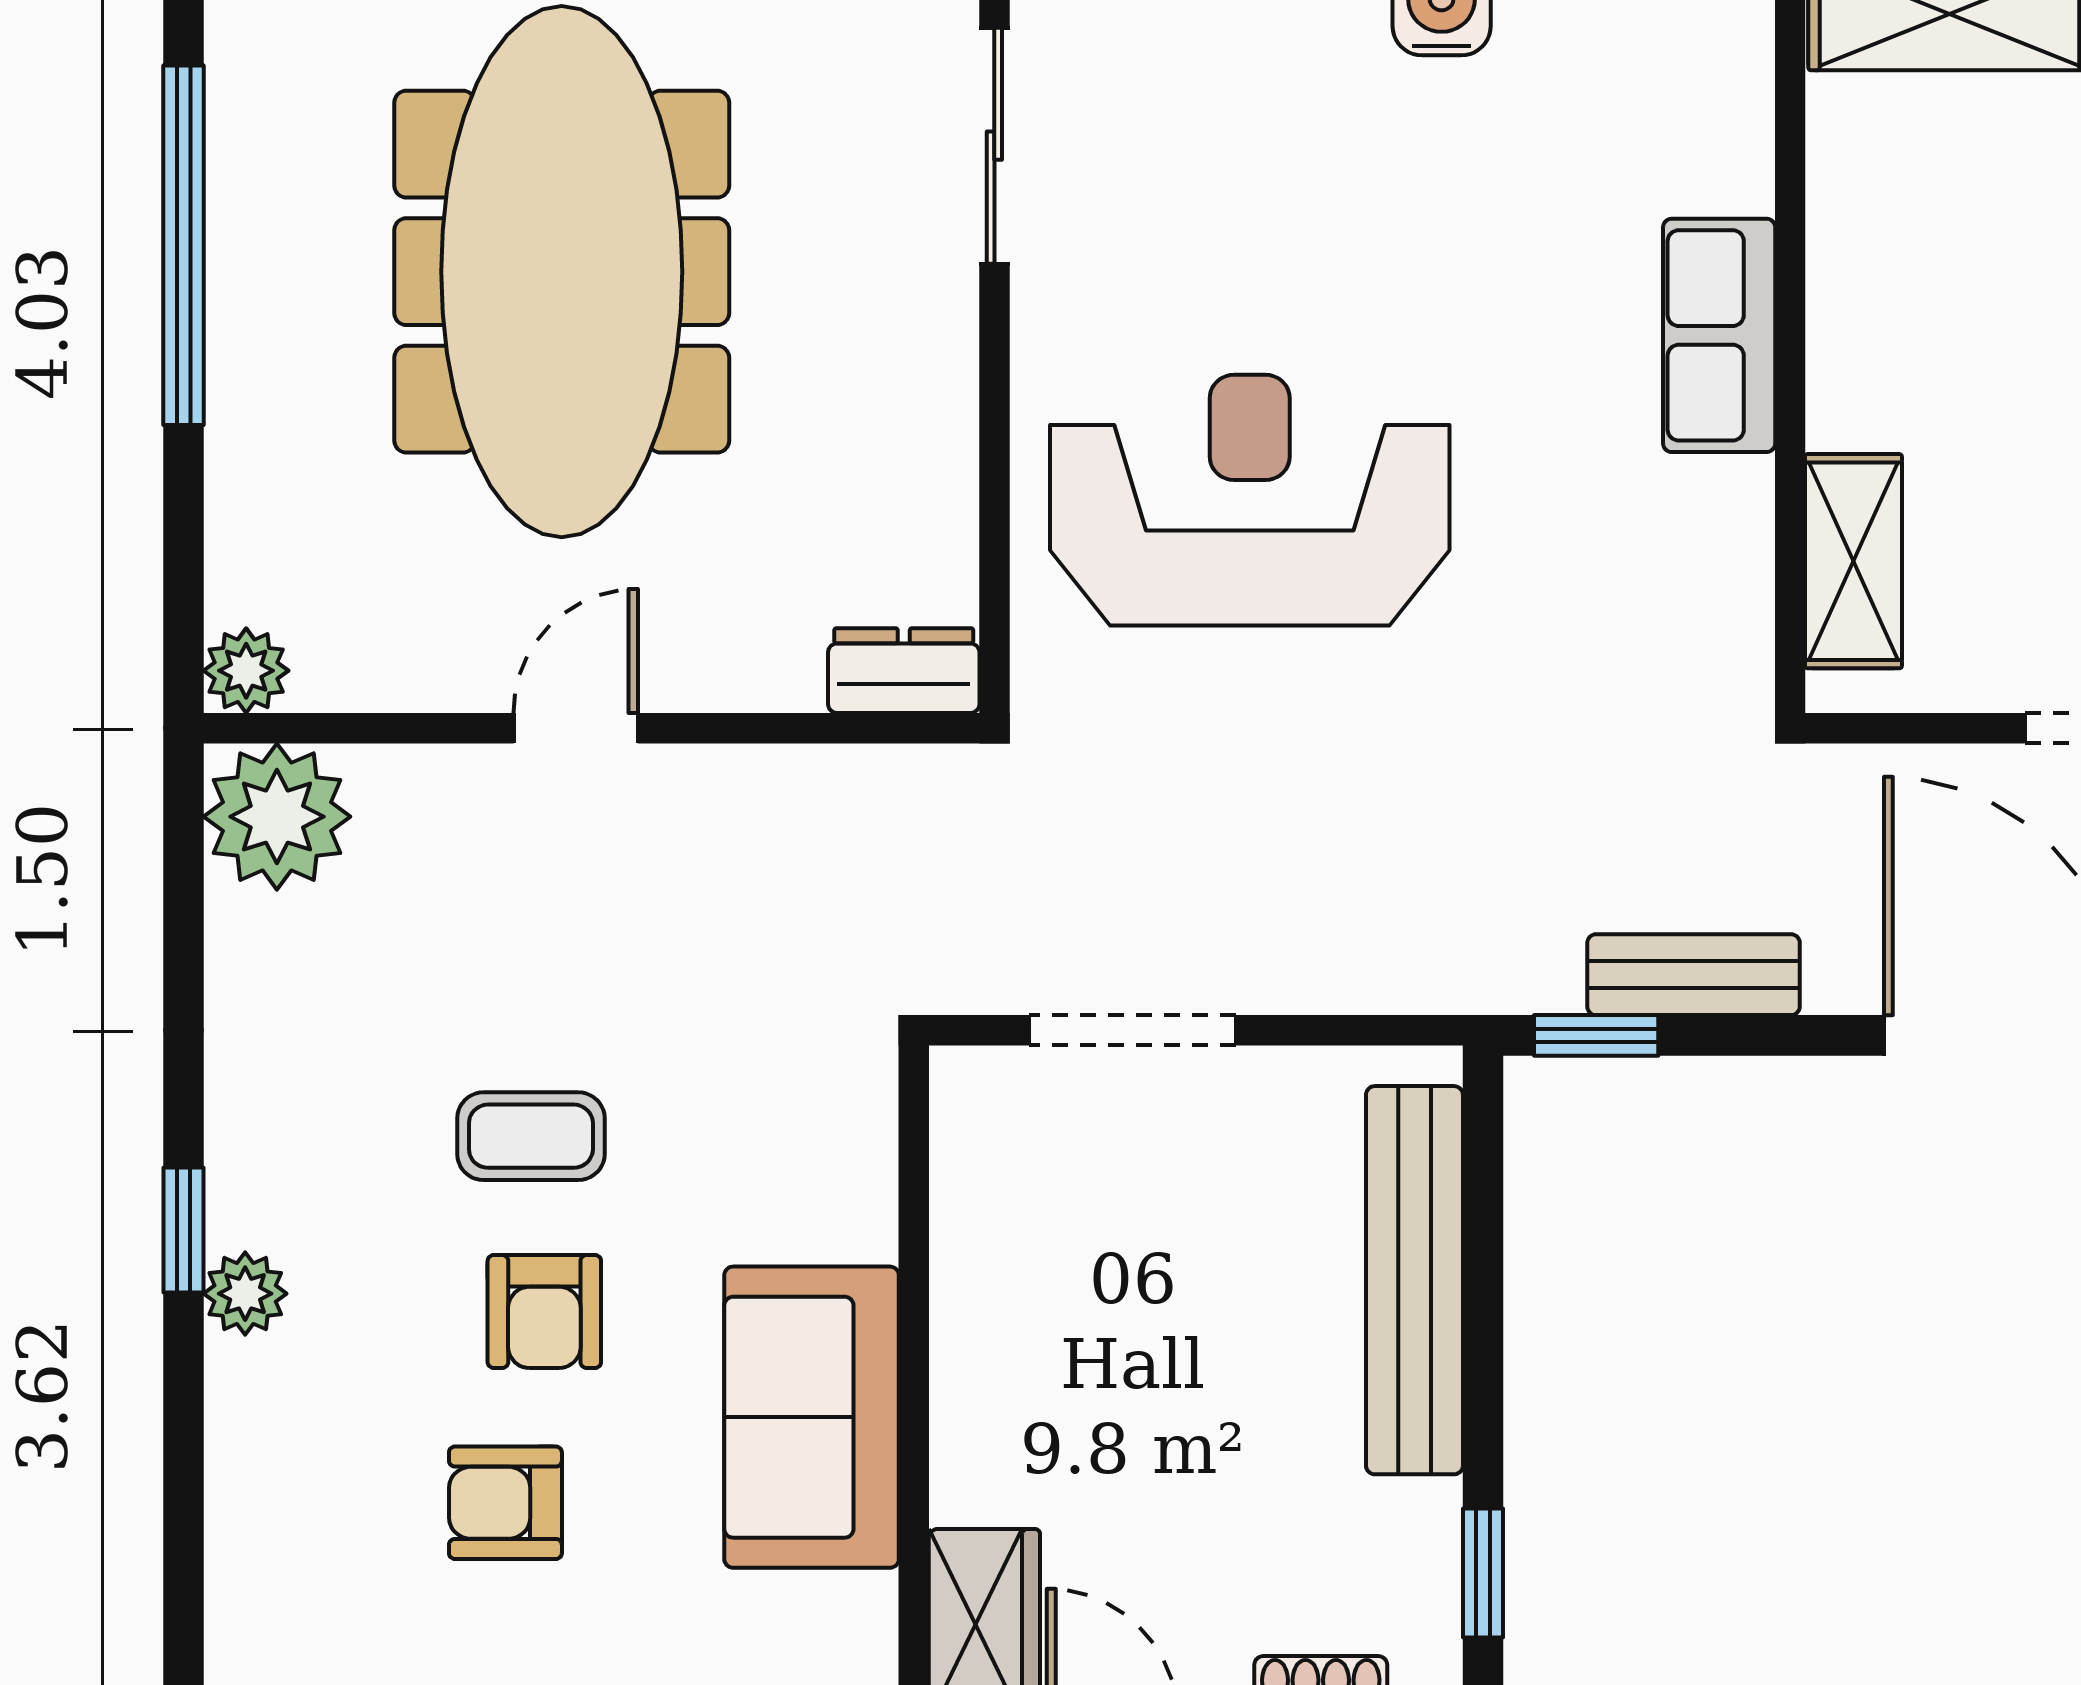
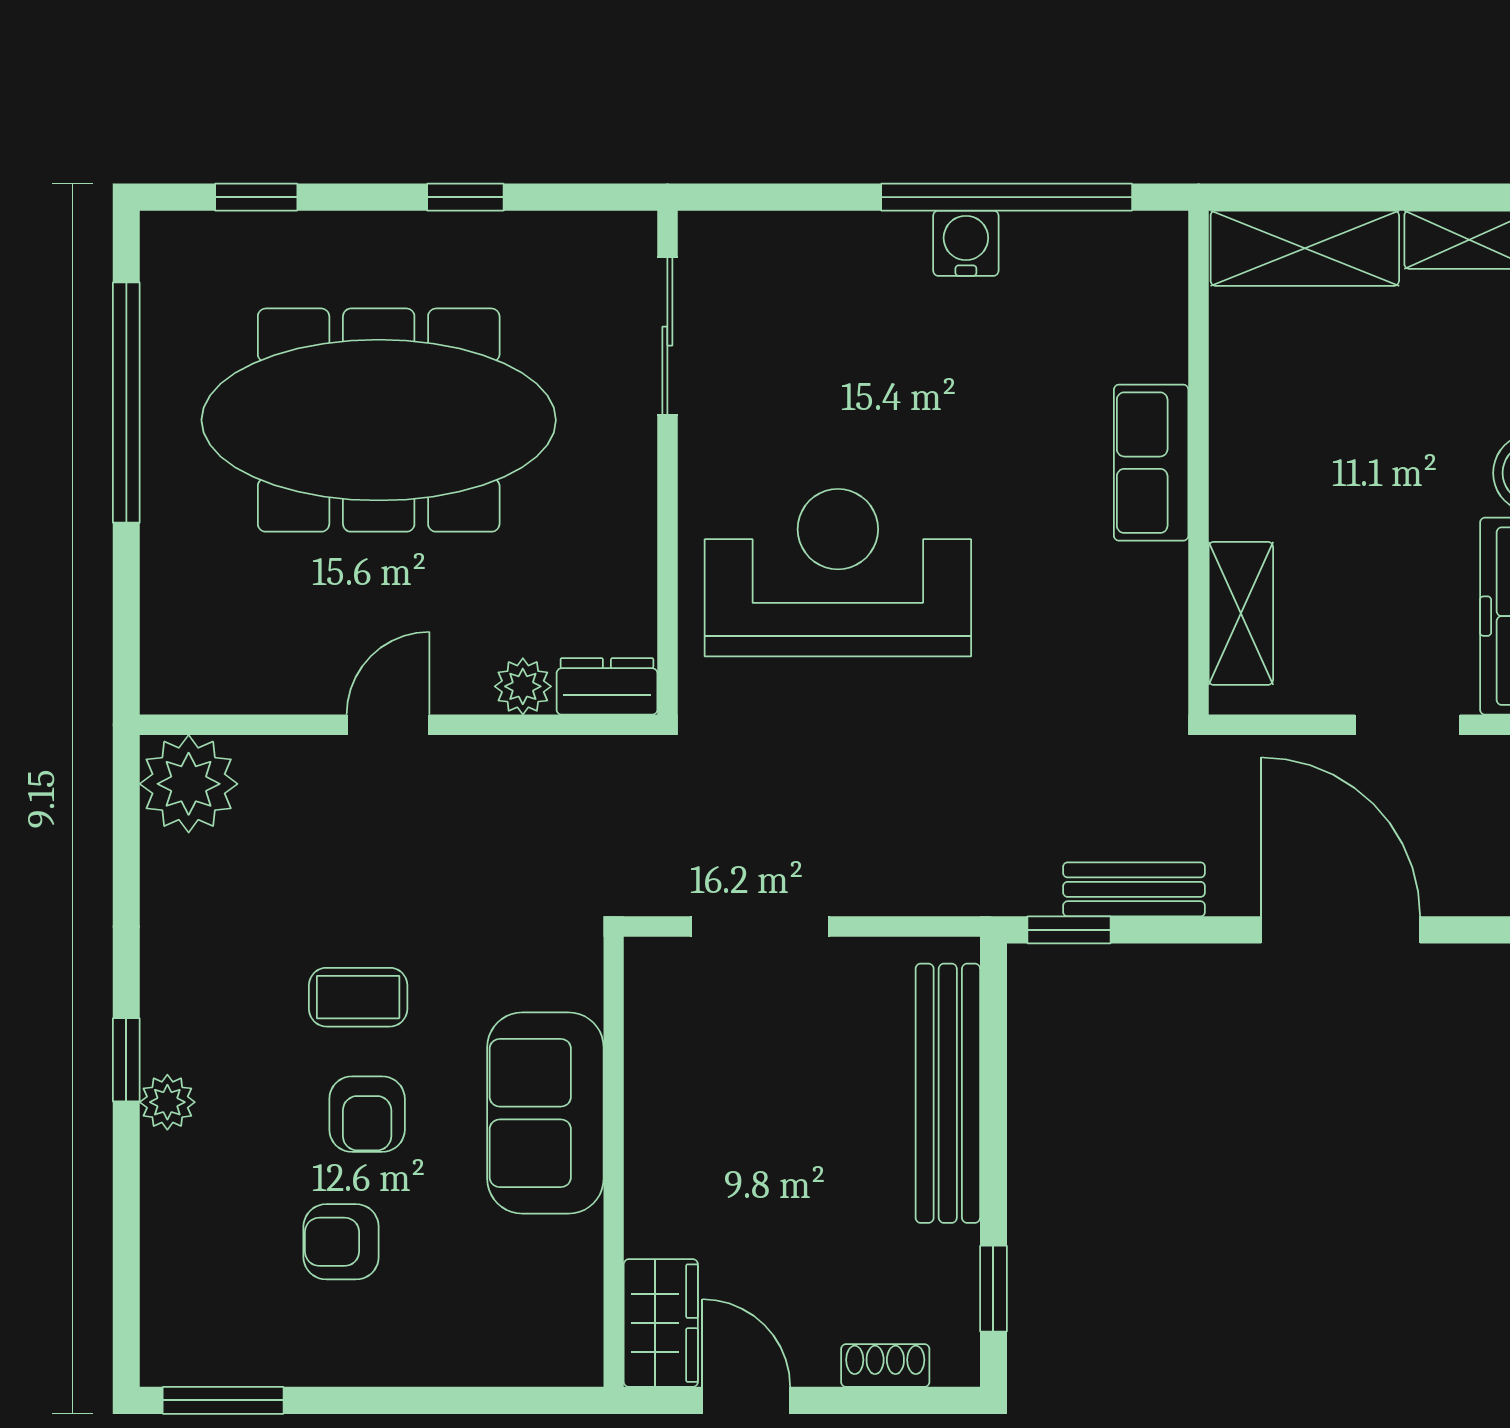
meeting table: (562, 272) -> (379, 420), turned 90
plant: (246, 671) -> (523, 686), moved
sofa: (812, 1417) -> (545, 1113), moved

